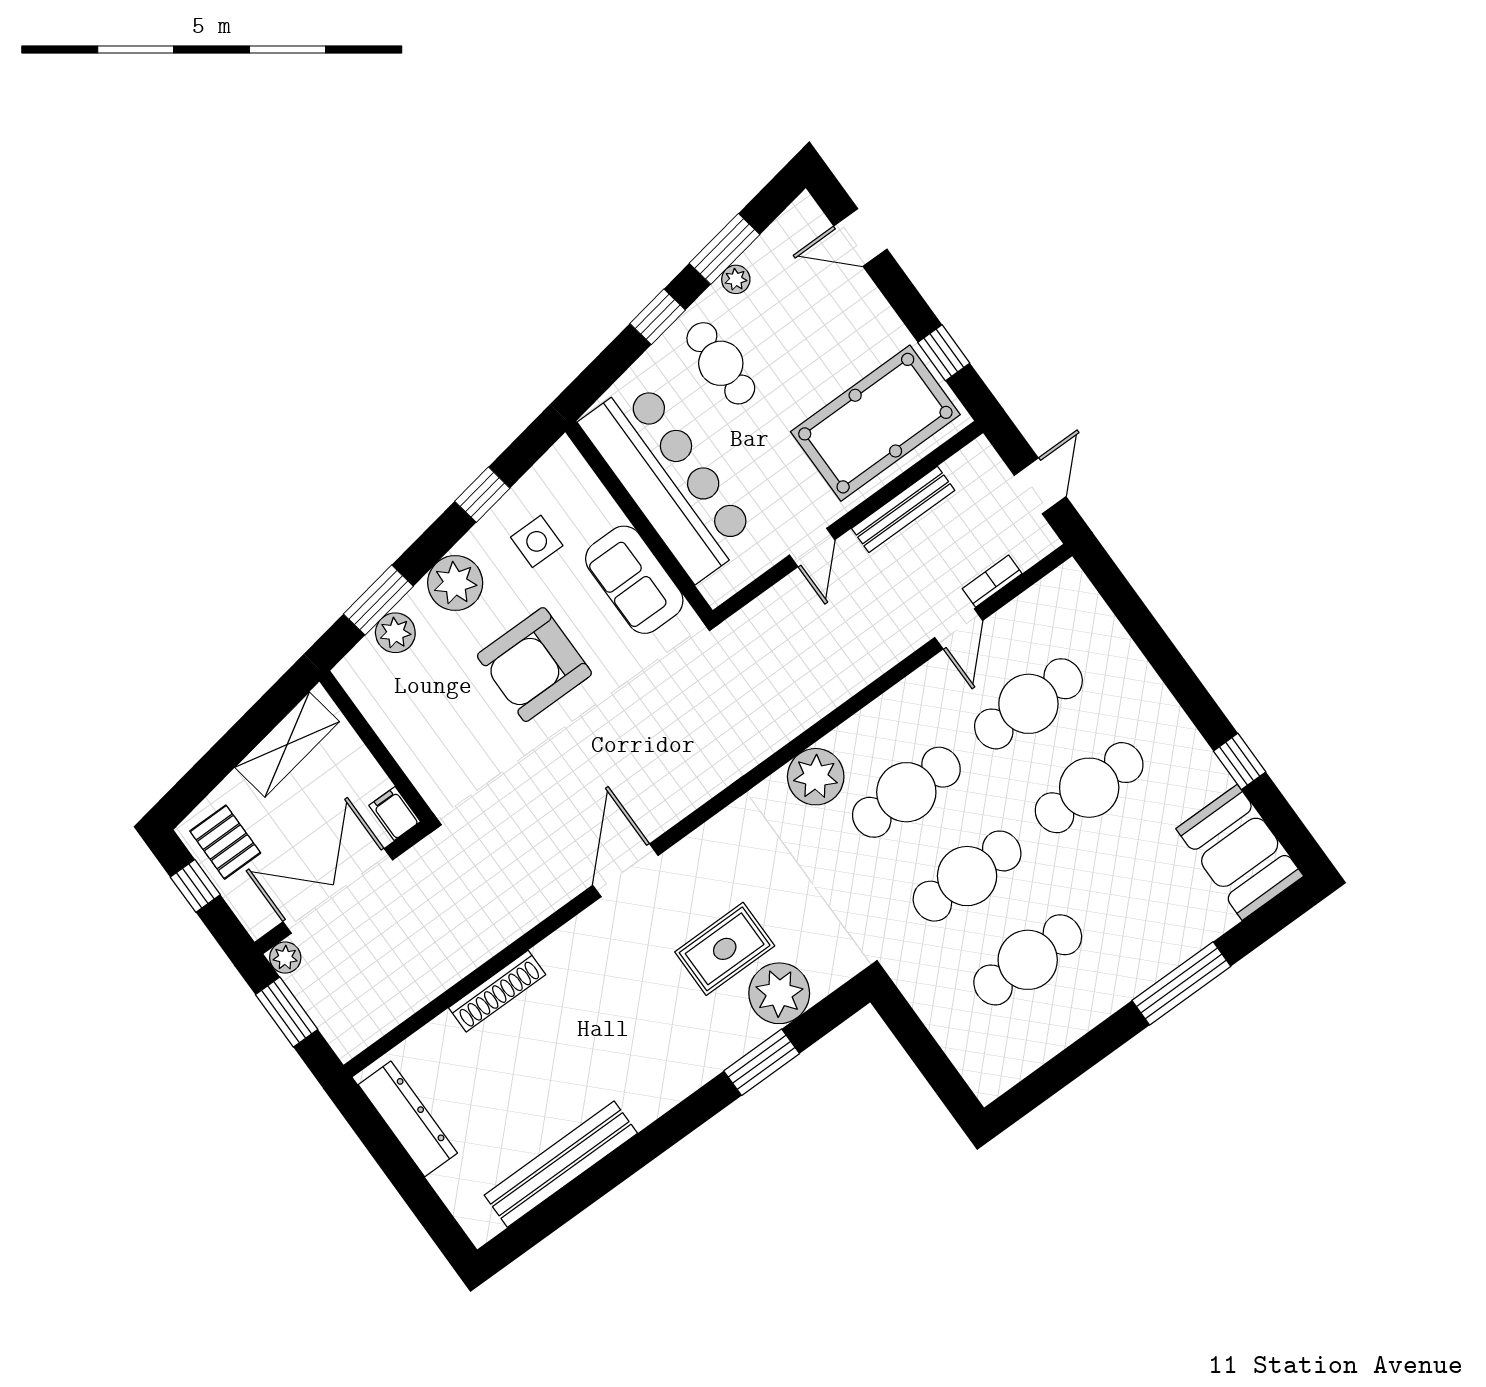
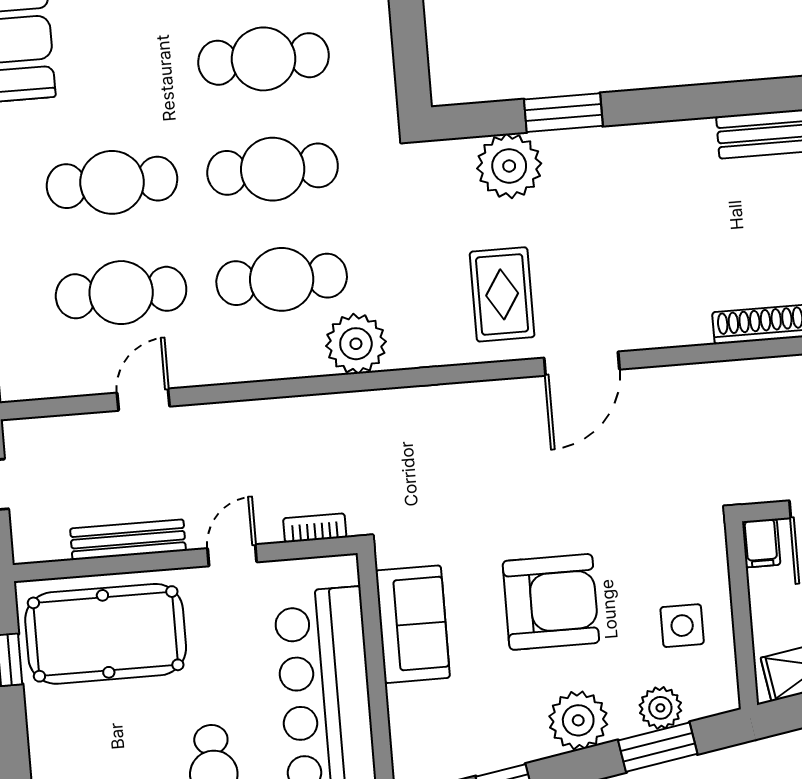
side table: (537, 541) -> (682, 626), moved
bookcase: (992, 581) -> (315, 528), moved, turned 180
rug: (725, 949) -> (502, 294), moved, turned 90

